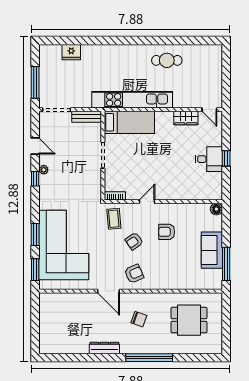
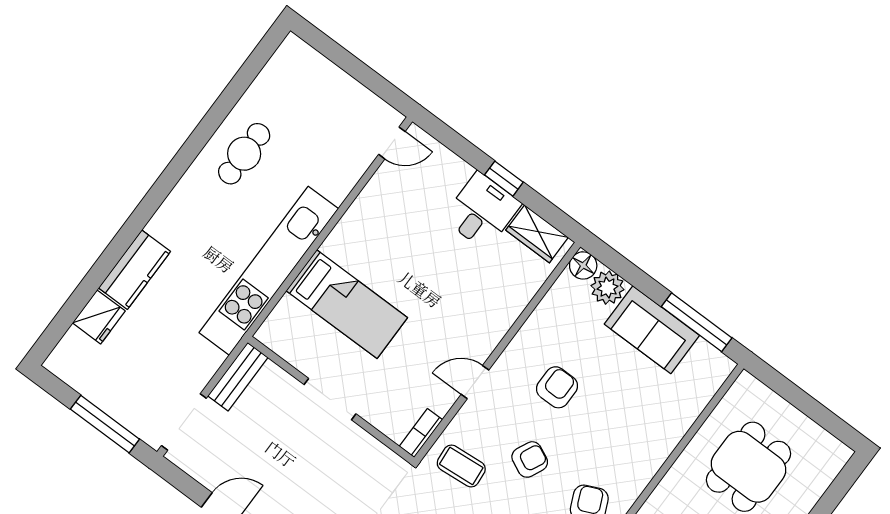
kitchen counter: (97, 52) -> (134, 270), added
wardrobe: (186, 118) -> (537, 234), moved, turned 90
bed: (129, 122) -> (347, 304), moved, turned 90
door: (147, 202) -> (475, 382), hinge flipped
plant: (215, 223) -> (608, 288), added
armchair: (167, 232) -> (557, 387), turned 180
armchair: (134, 241) -> (530, 459), turned -121

